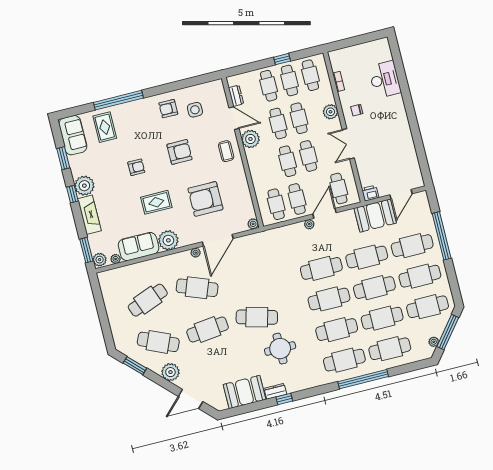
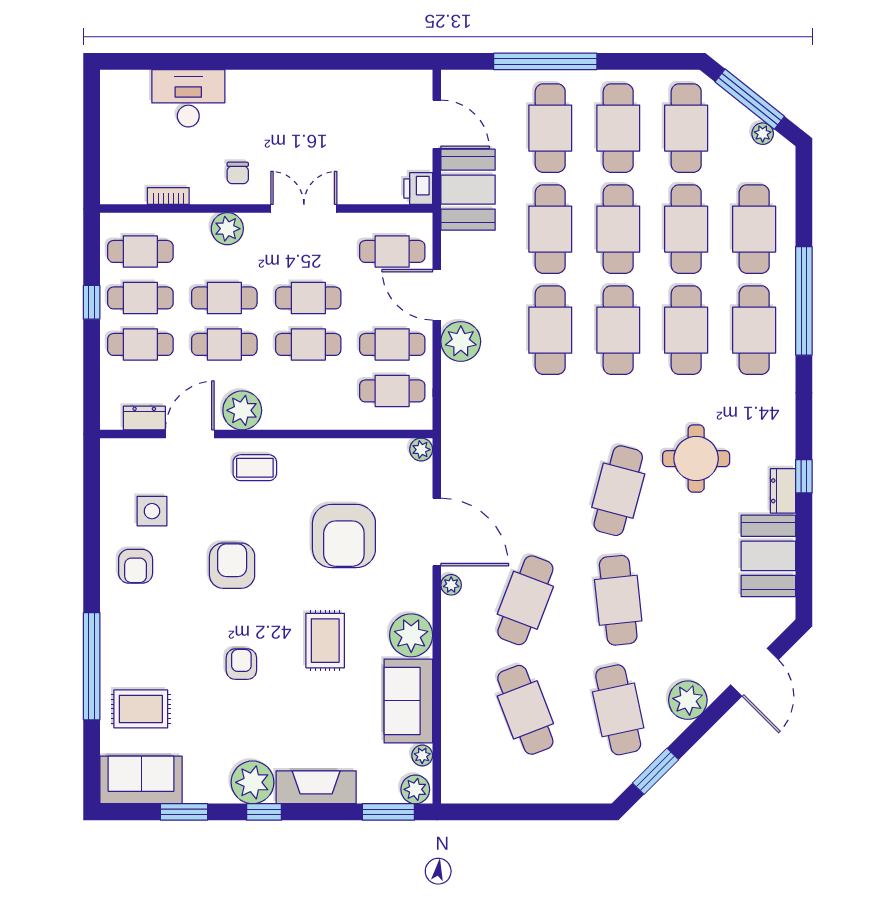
double door: (348, 144) -> (304, 208), swing flipped
plant: (309, 224) -> (461, 341), width x1.88, depth x1.88
cafe table: (158, 342) -> (618, 710), turned -36

